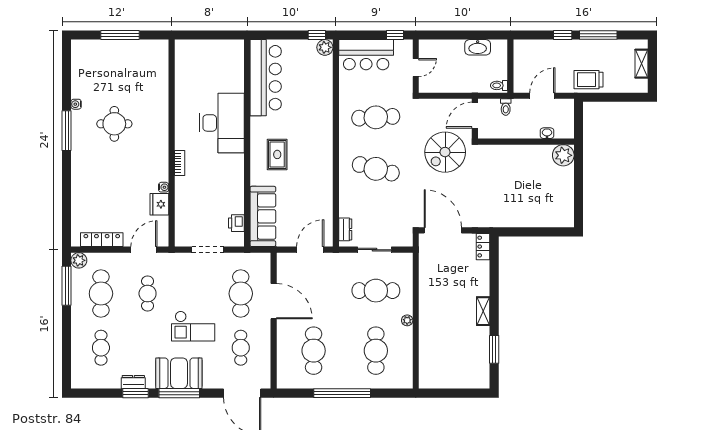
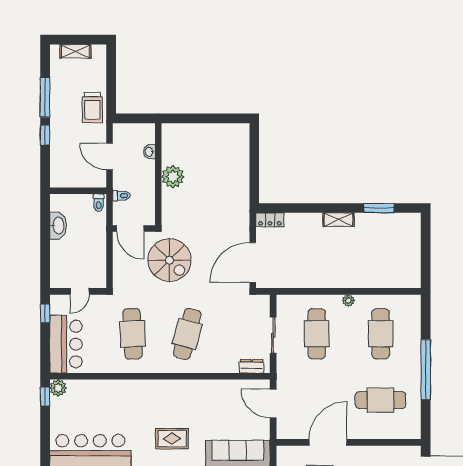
door: (416, 68) -> (80, 291), swing flipped
plant: (563, 155) -> (173, 177), moved
cafe table: (376, 351) -> (381, 334), turned 90

